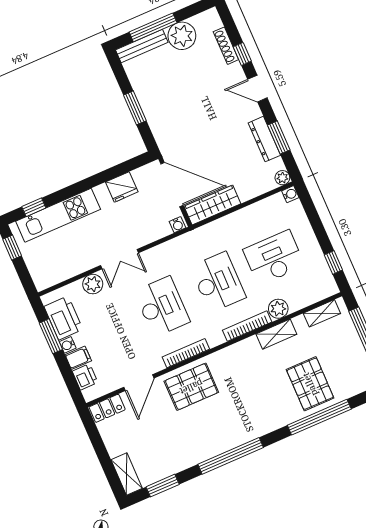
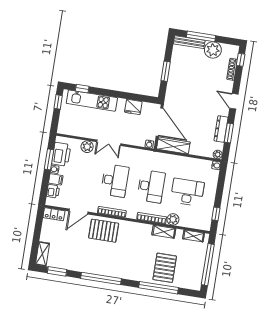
window: (242, 54) -> (241, 60), moved

